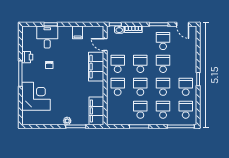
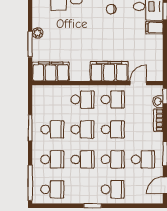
filing cabinet: (78, 32) -> (154, 28), moved
school desk: (186, 87) -> (113, 189), moved

